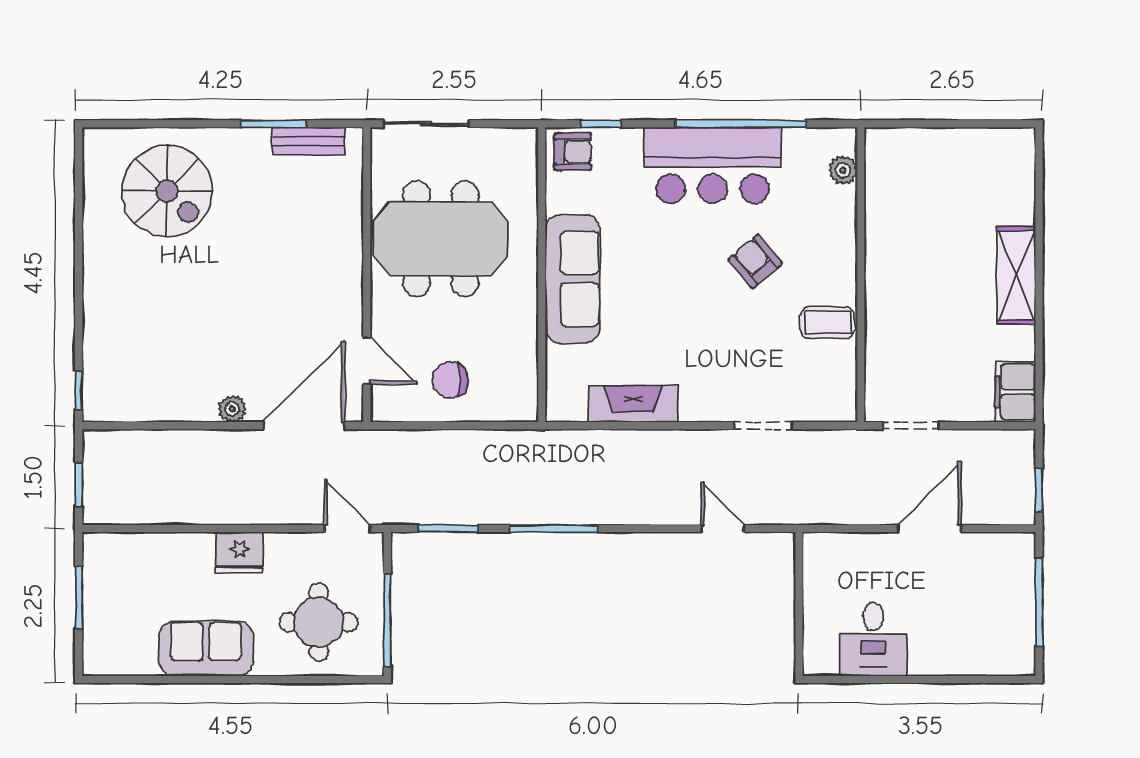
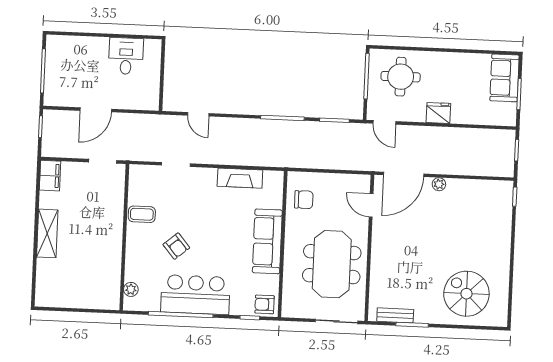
meeting table: (441, 239) -> (332, 264), turned 90
chair: (450, 380) -> (304, 200), moved
sofa: (206, 649) -> (505, 78), moved, turned 90

